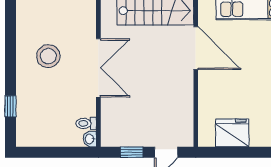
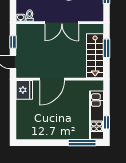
door: (196, 48) -> (52, 79), moved
fridge: (232, 133) -> (24, 90), moved

